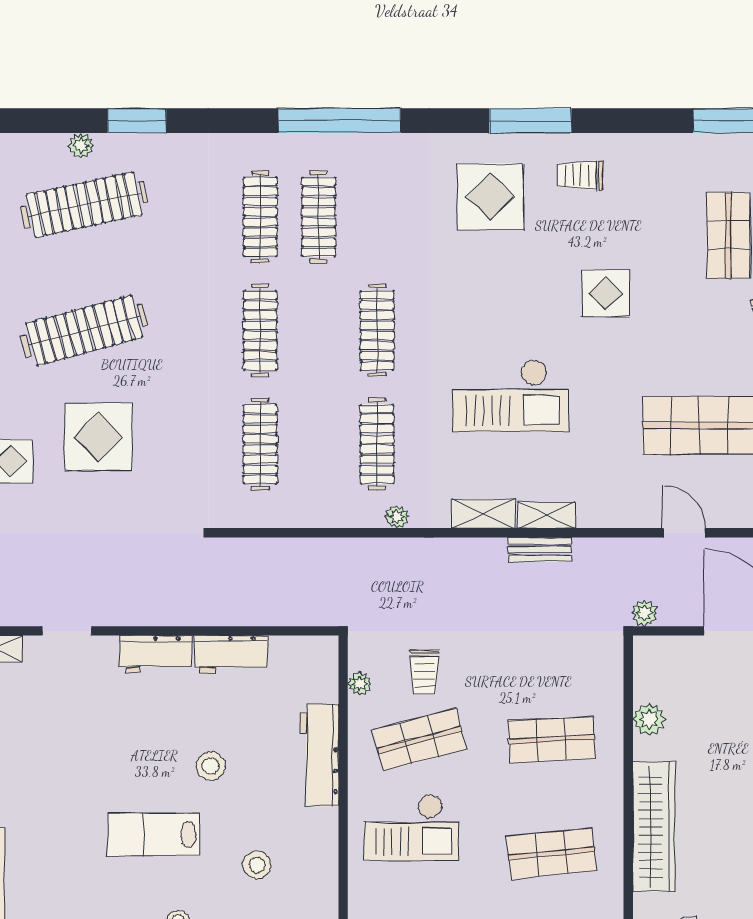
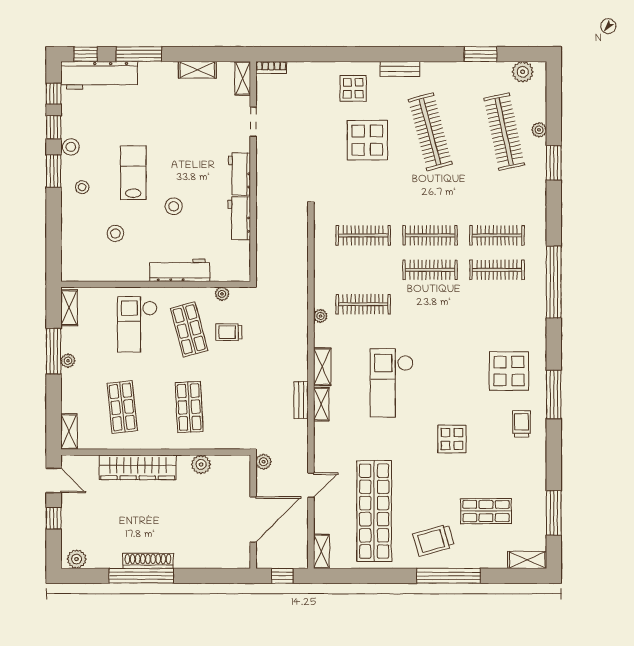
clothes rail: (377, 330) -> (430, 270), moved

